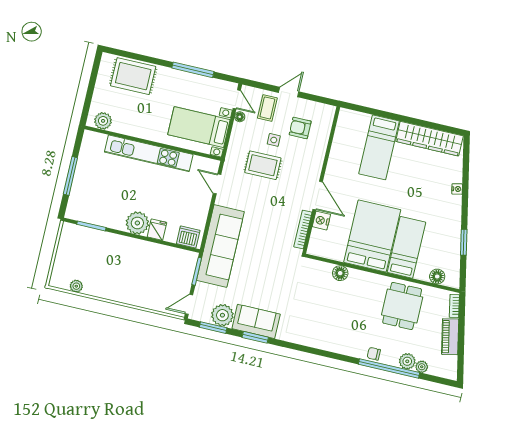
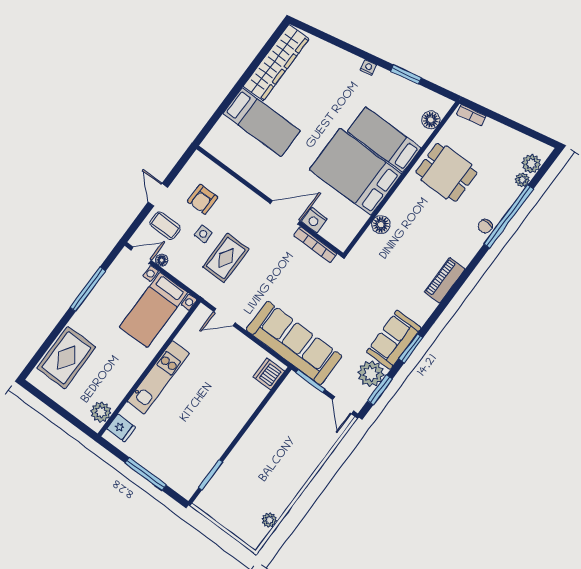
kitchen unit: (149, 153) -> (158, 377), width x0.73
nightstand: (457, 189) -> (368, 68), moved
plant: (137, 223) -> (229, 423), removed
fridge: (157, 230) -> (121, 428), moved, turned 180
piano: (450, 337) -> (445, 280), moved, turned 102
plant: (407, 361) -> (531, 164), moved

